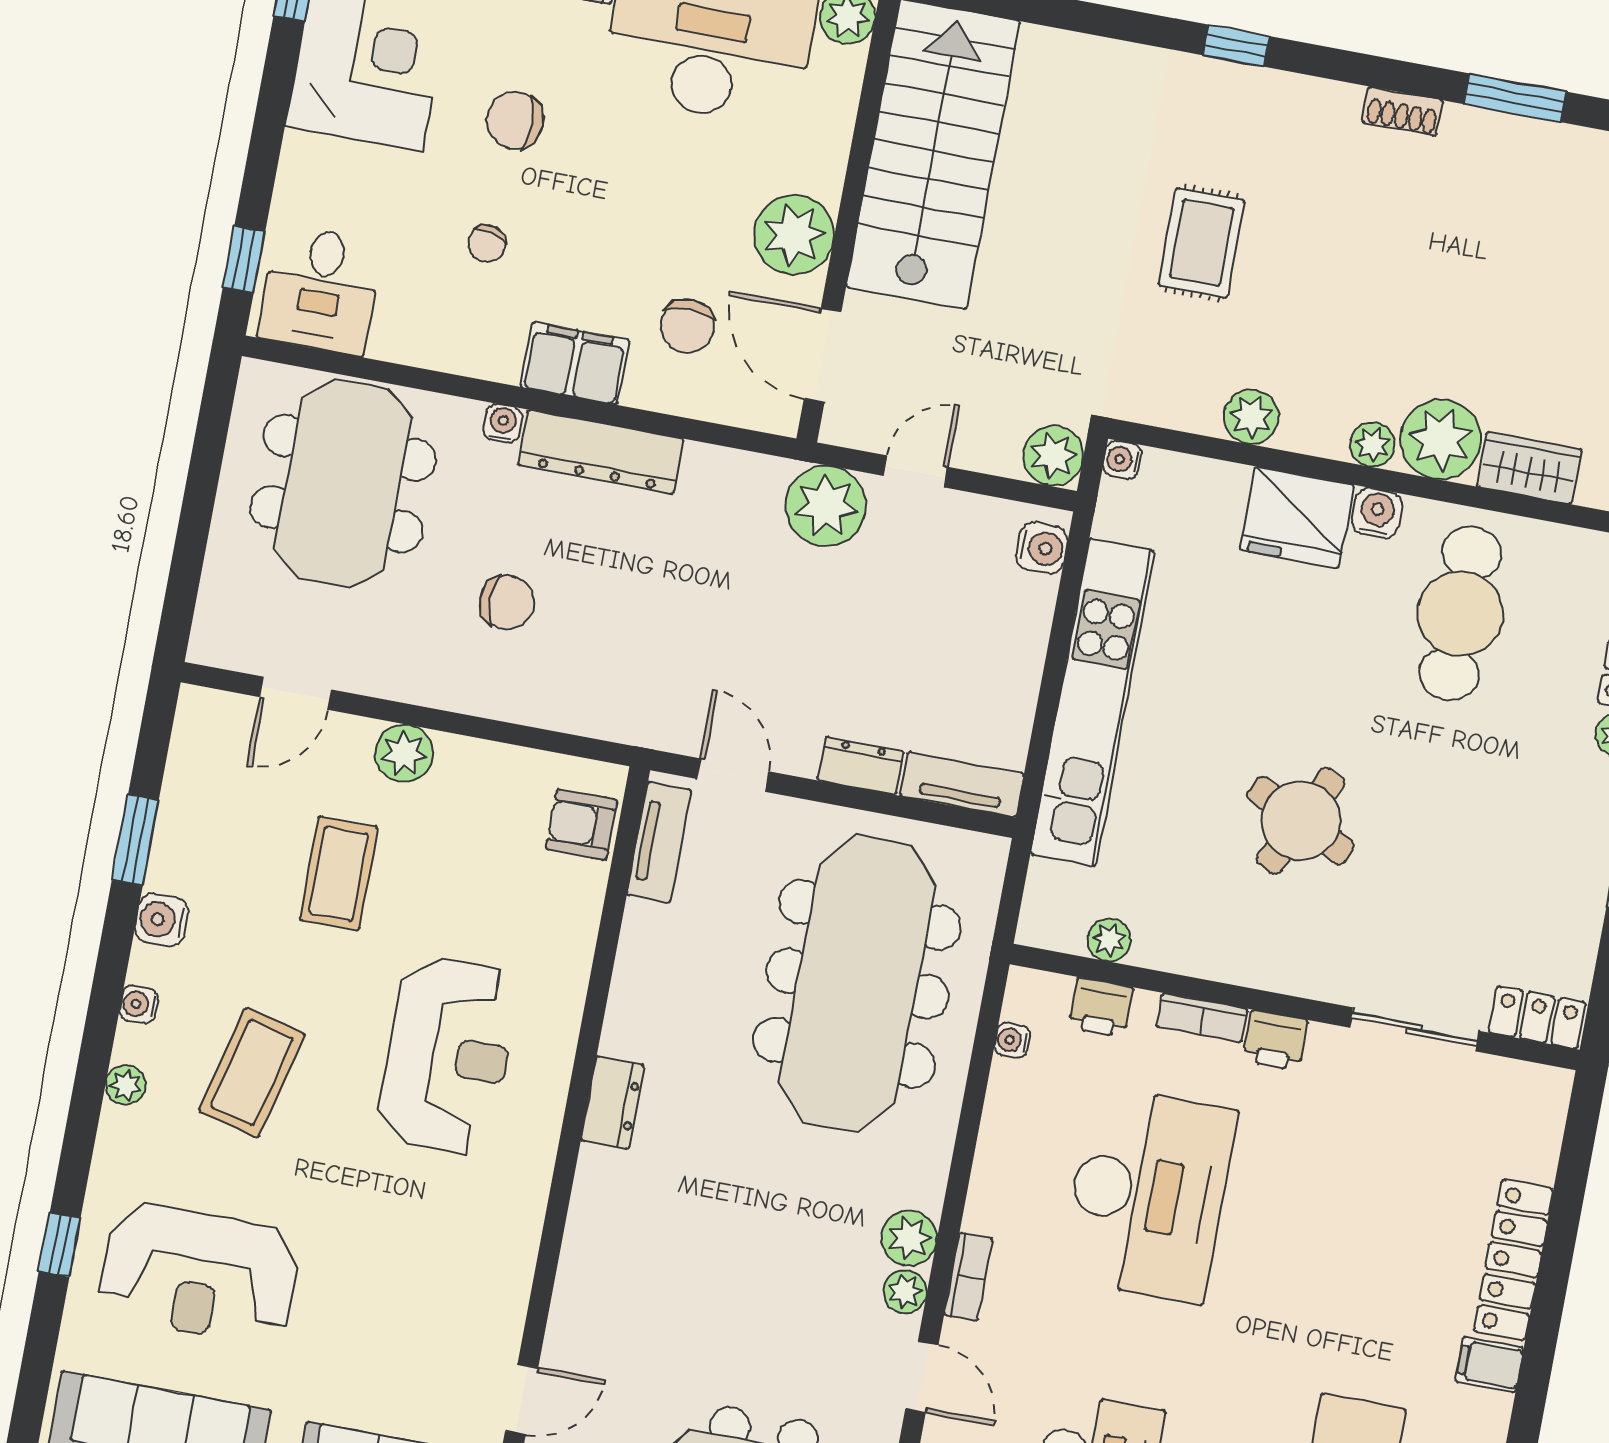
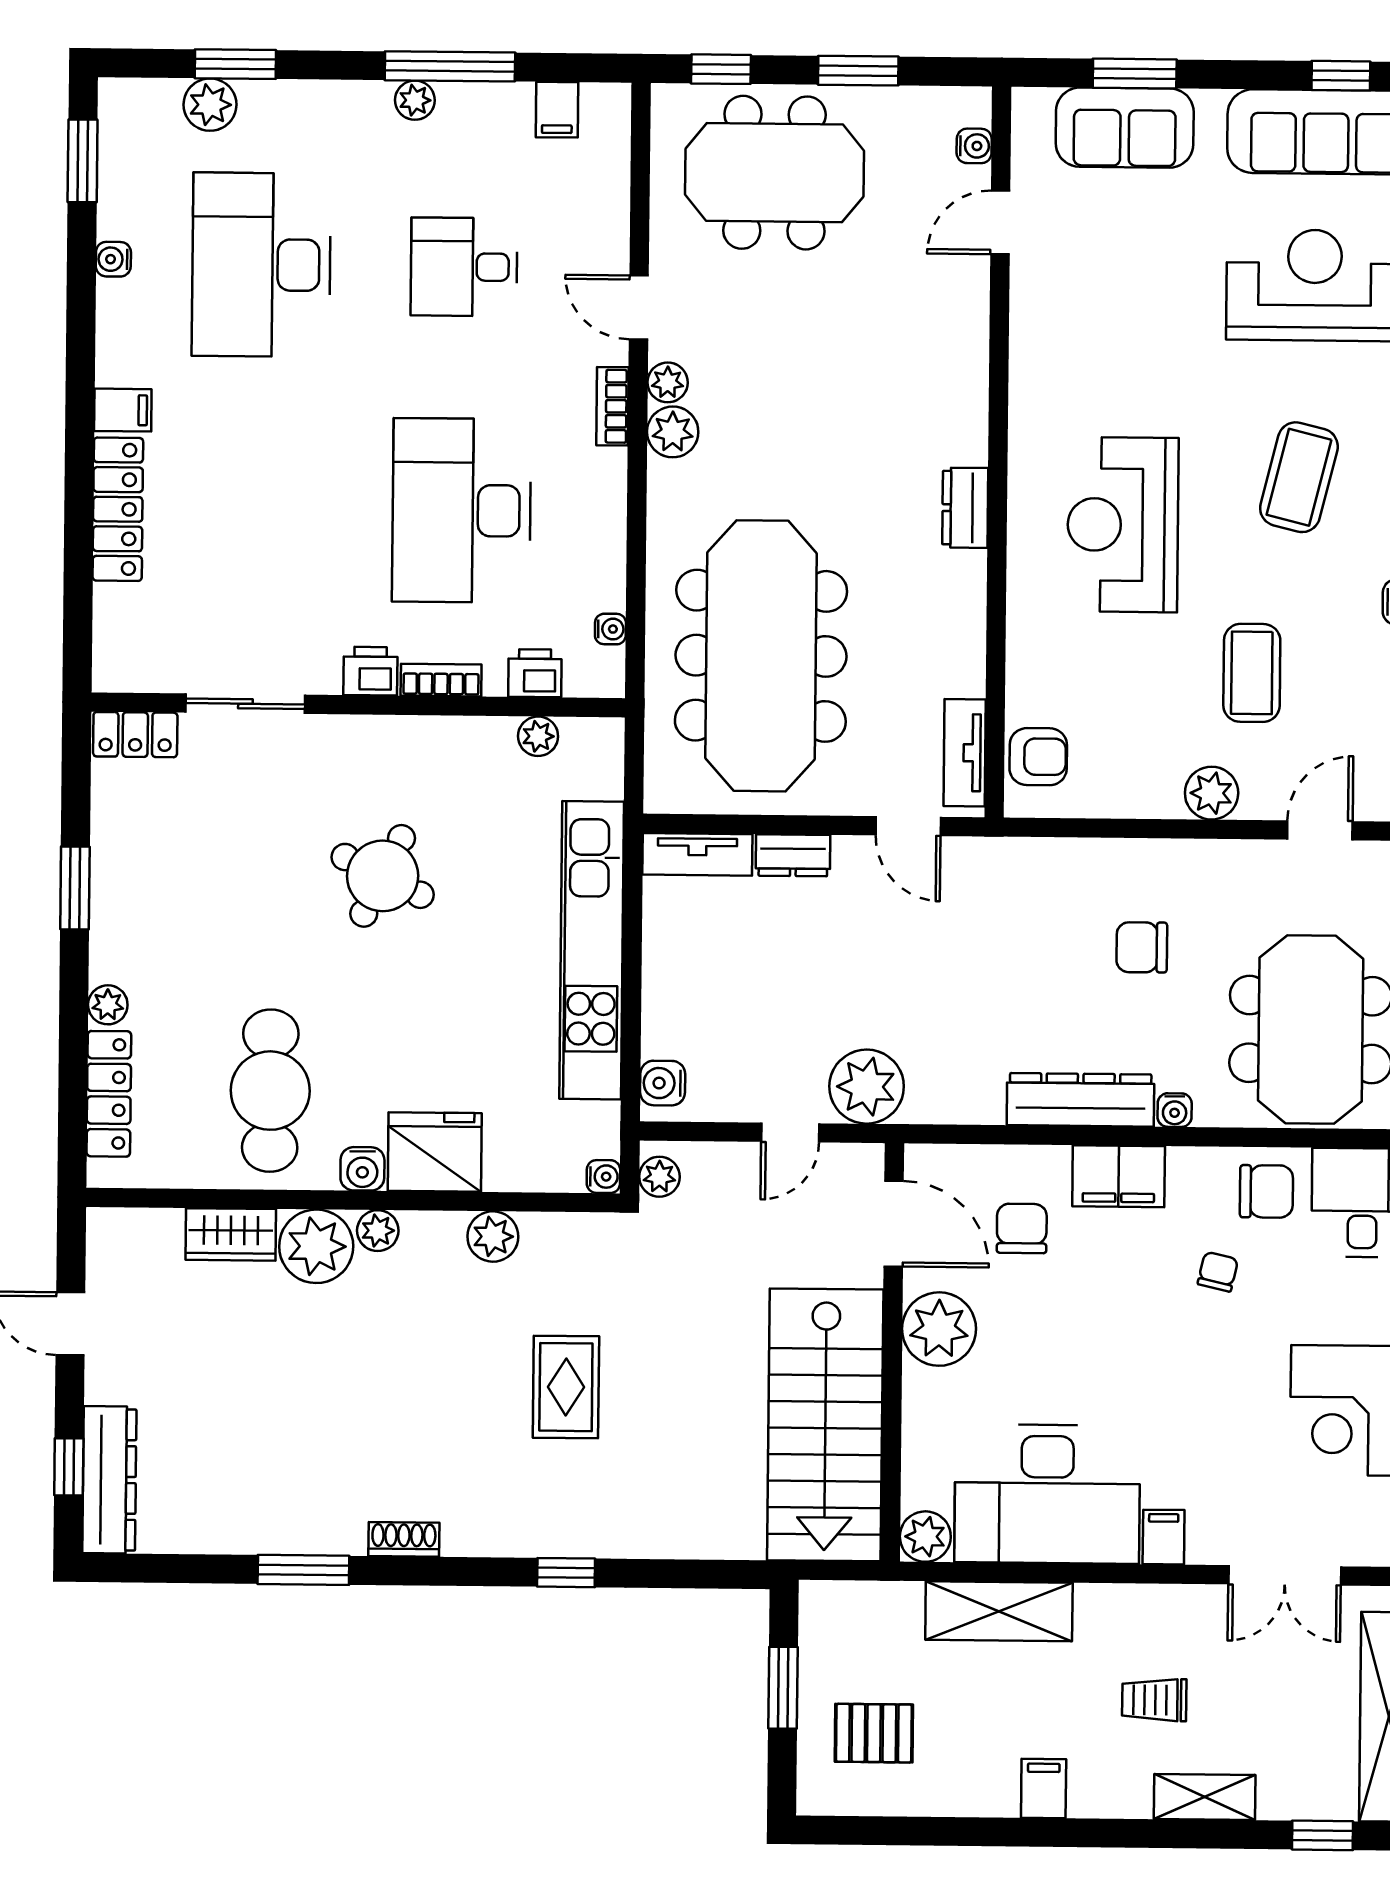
chair: (515, 120) -> (1266, 1191), moved
plant: (1053, 456) -> (659, 1177), width x0.73, depth x0.73

